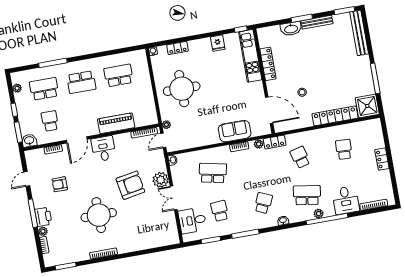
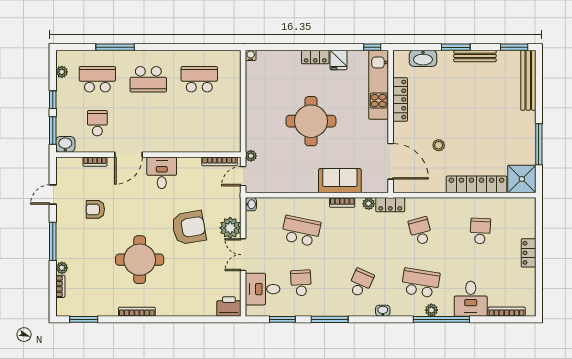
washbasin: (291, 29) -> (423, 58), moved
locker: (178, 48) -> (315, 57), moved
round table: (182, 89) -> (311, 121), moved
piano: (116, 123) -> (185, 142), removed
printer: (43, 217) -> (229, 306), moved, turned -90

